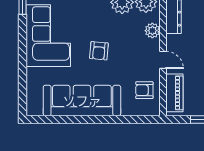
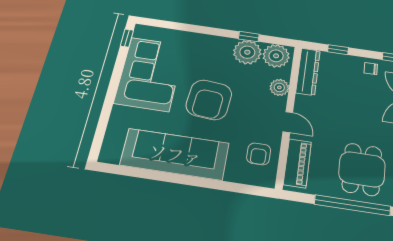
armchair: (99, 51) -> (209, 100), width x1.88, depth x1.88
armchair: (144, 90) -> (259, 154), turned -90

